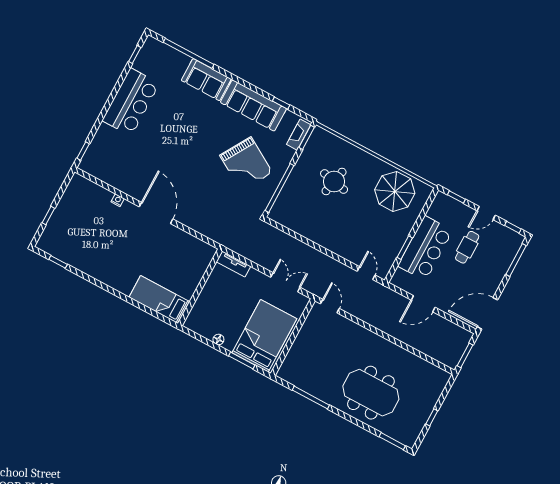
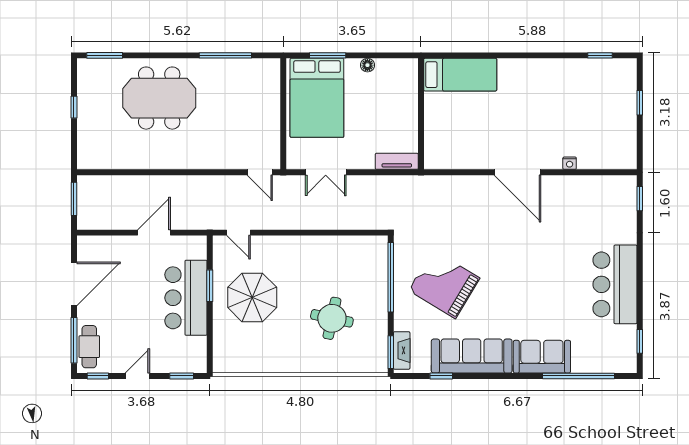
parasol: (395, 191) -> (252, 297), moved
cafe table: (467, 247) -> (89, 347), moved
door: (487, 313) -> (74, 284), moved

